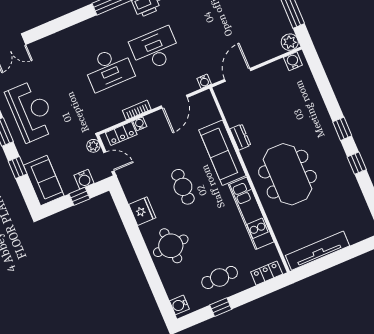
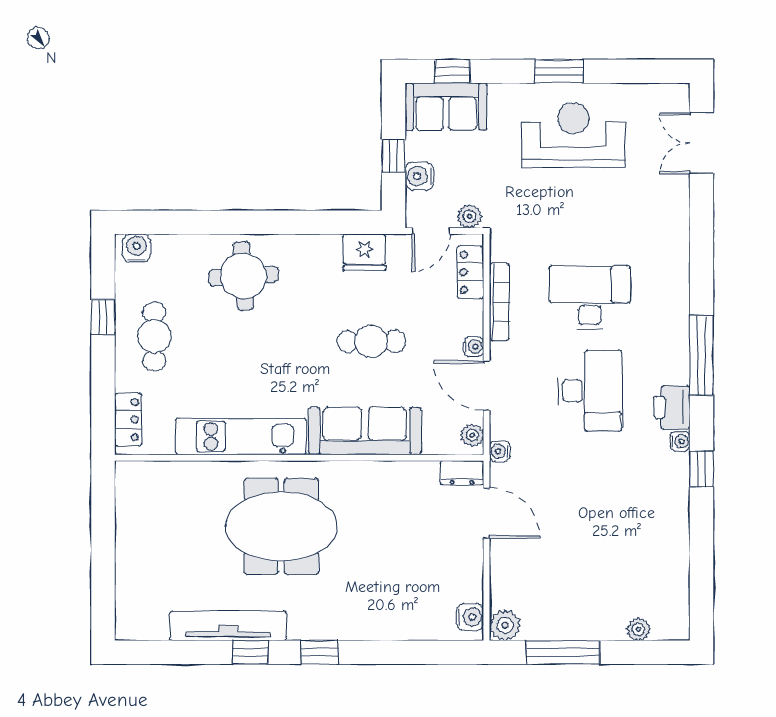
desk: (109, 69) -> (590, 298), turned 90
plant: (202, 98) -> (472, 435), added
bookcase: (137, 110) -> (499, 302), width x1.56
reception desk: (31, 111) -> (573, 135), turned 180
water cooler: (140, 124) -> (474, 347), moved
dresser: (240, 137) -> (462, 473), moved
window: (18, 168) -> (452, 71), moved
cafe table: (183, 187) -> (371, 341), moved
fridge: (142, 211) -> (364, 252), moved
tv unit: (318, 251) -> (228, 626), moved, turned -90

